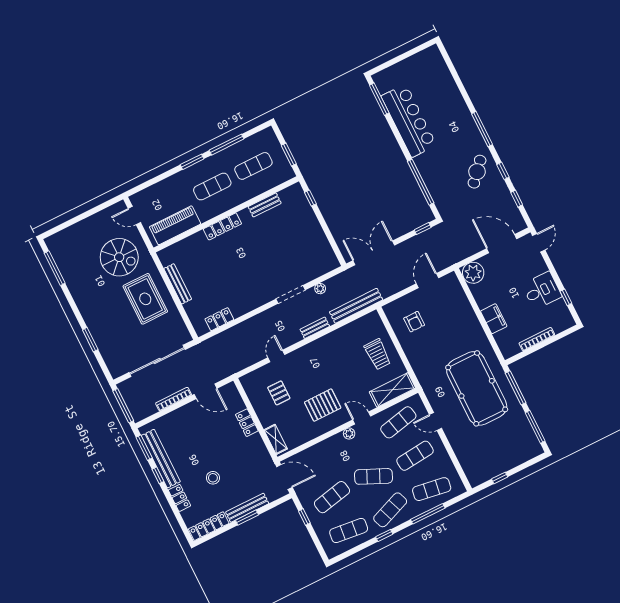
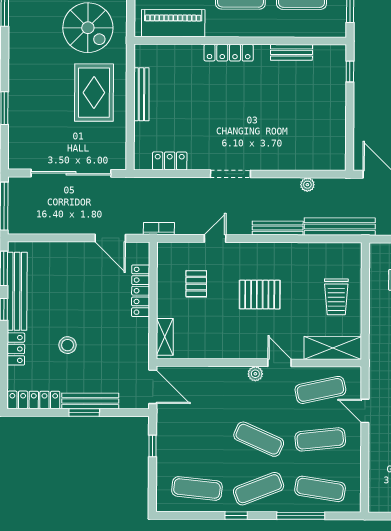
doorway: (291, 294) -> (230, 174), moved
bench: (315, 328) -> (278, 228), width x1.36
bookcase: (174, 399) -> (159, 229), moved, width x0.64
pallet: (323, 405) -> (260, 295), moved
locker: (247, 423) -> (141, 291), width x1.53
exercise mat: (332, 497) -> (197, 439), removed

